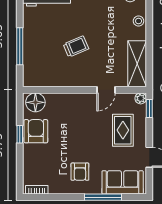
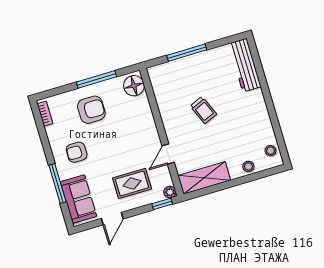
door: (106, 90) -> (168, 154), hinge flipped
armchair: (36, 131) -> (91, 110), moved
window: (20, 134) -> (97, 79), width x2.17

